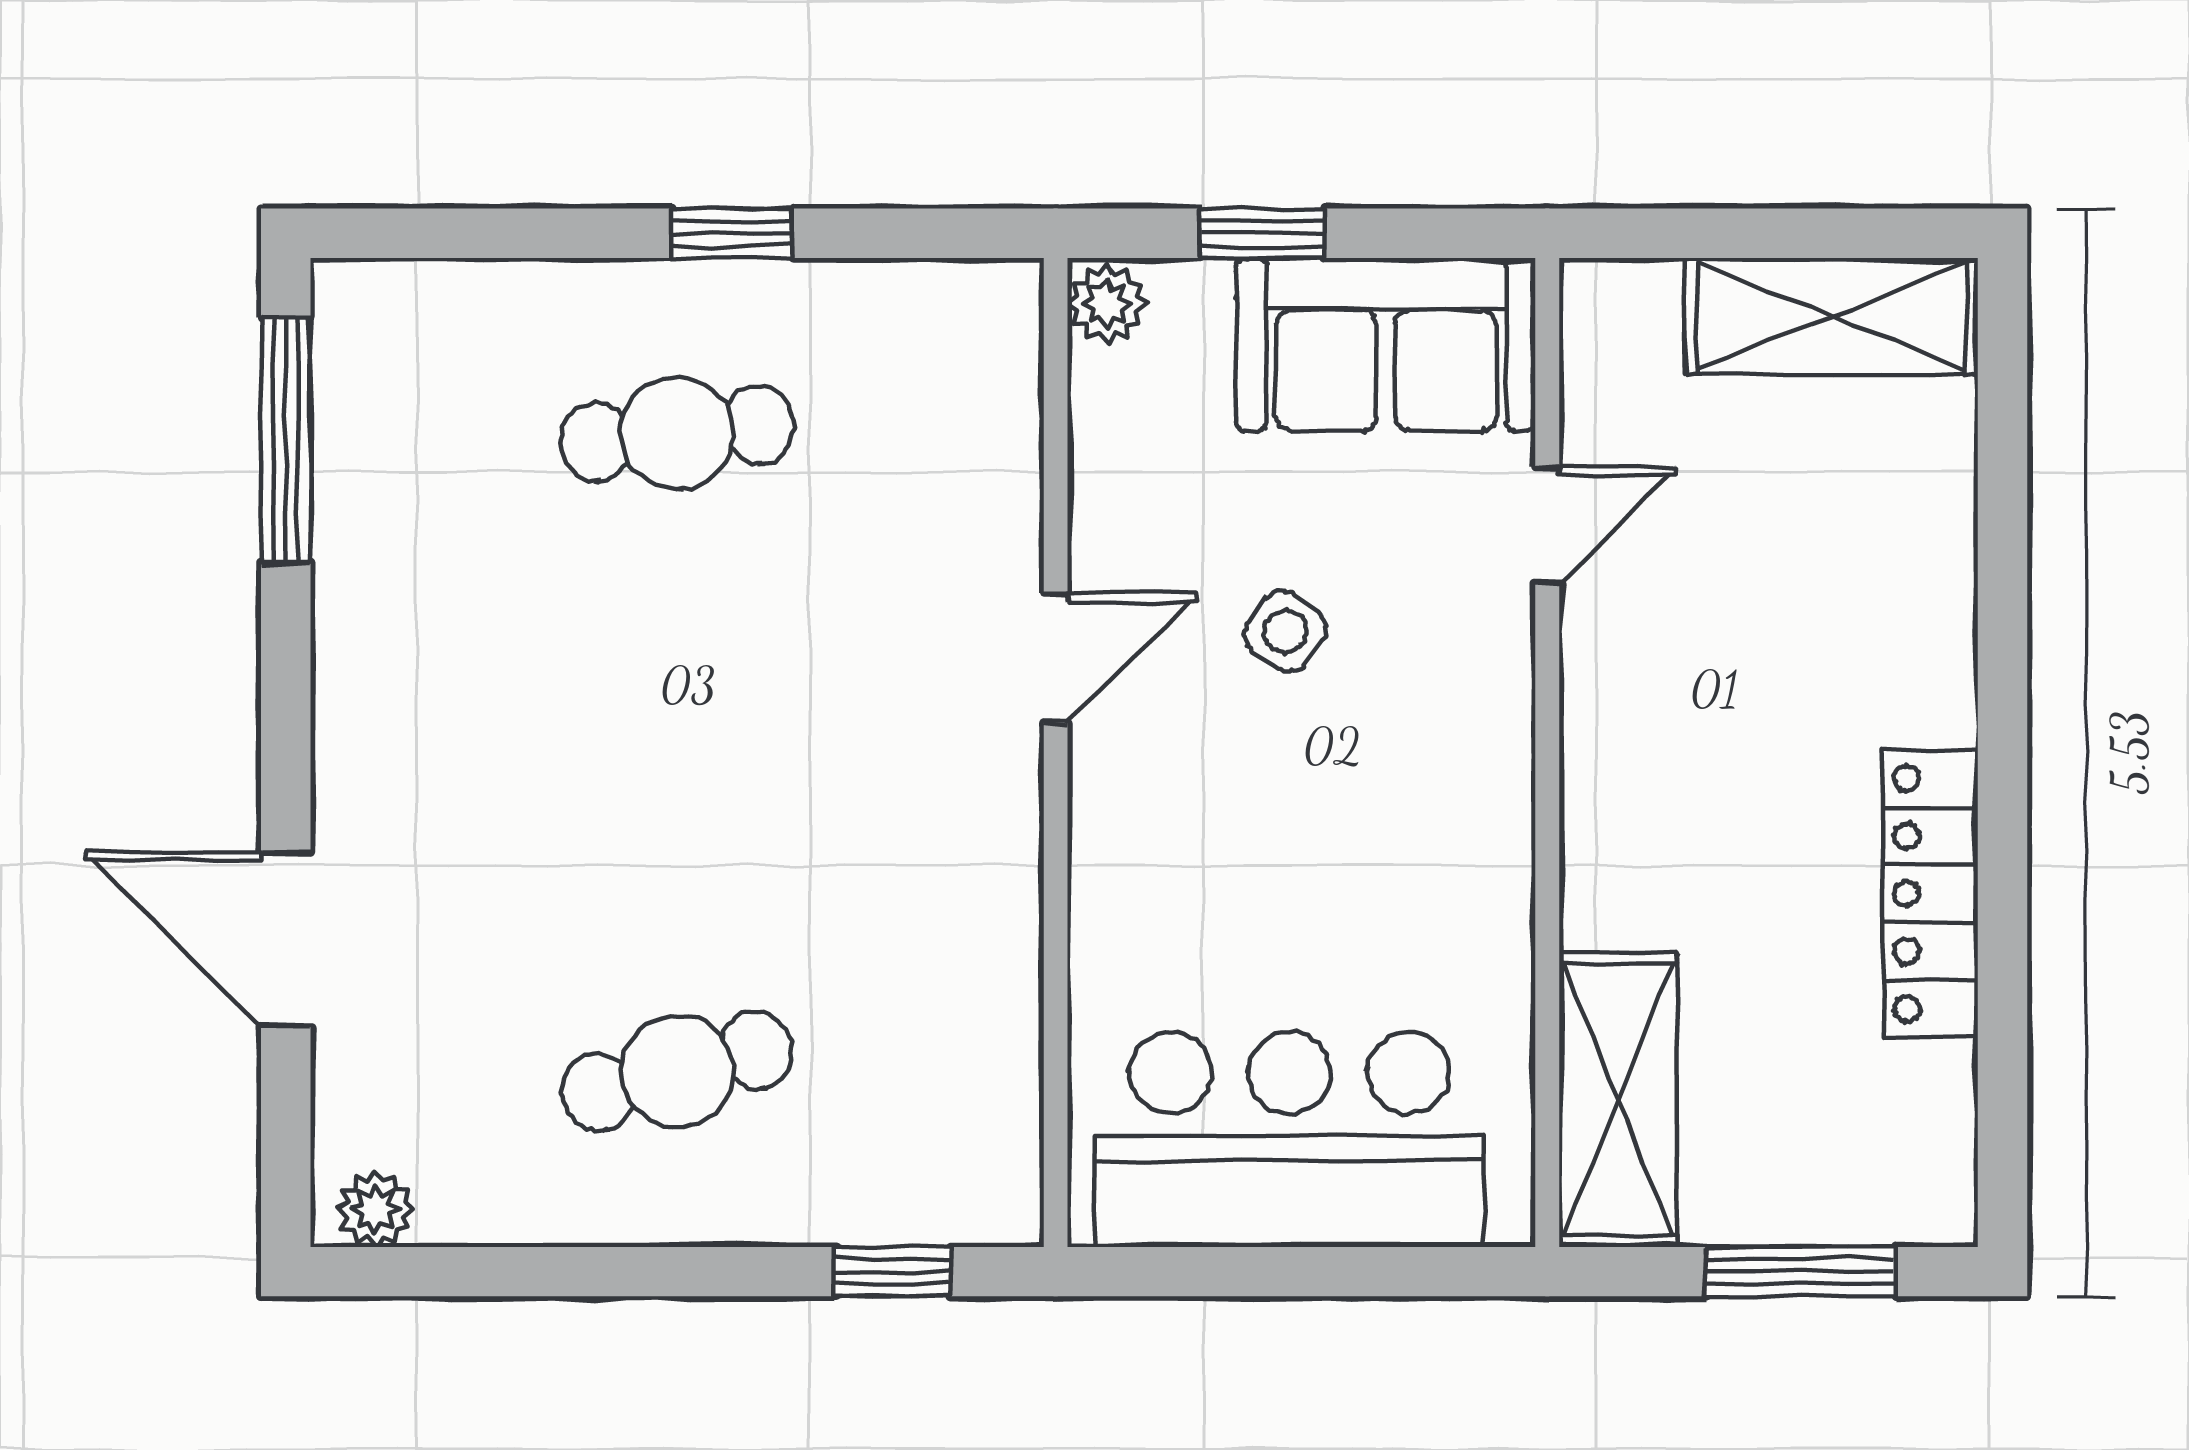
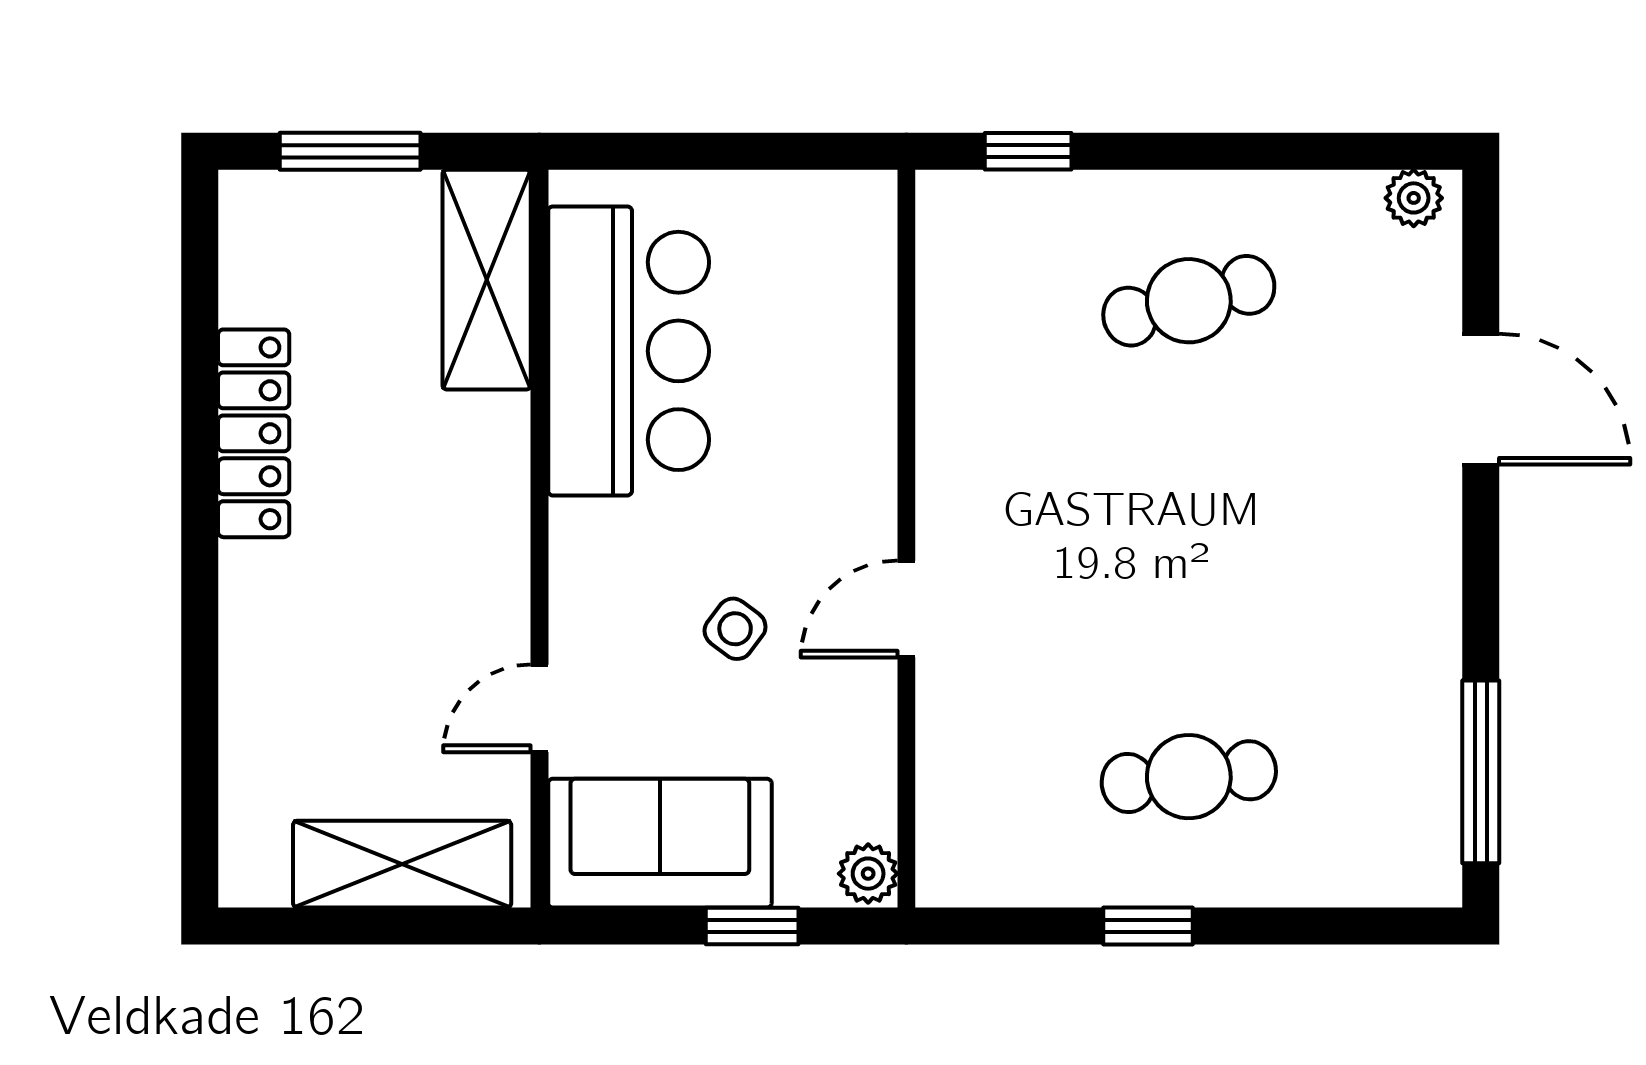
shelving: (1832, 316) -> (402, 864), moved
bar counter: (1289, 1139) -> (629, 351), moved, turned -90

